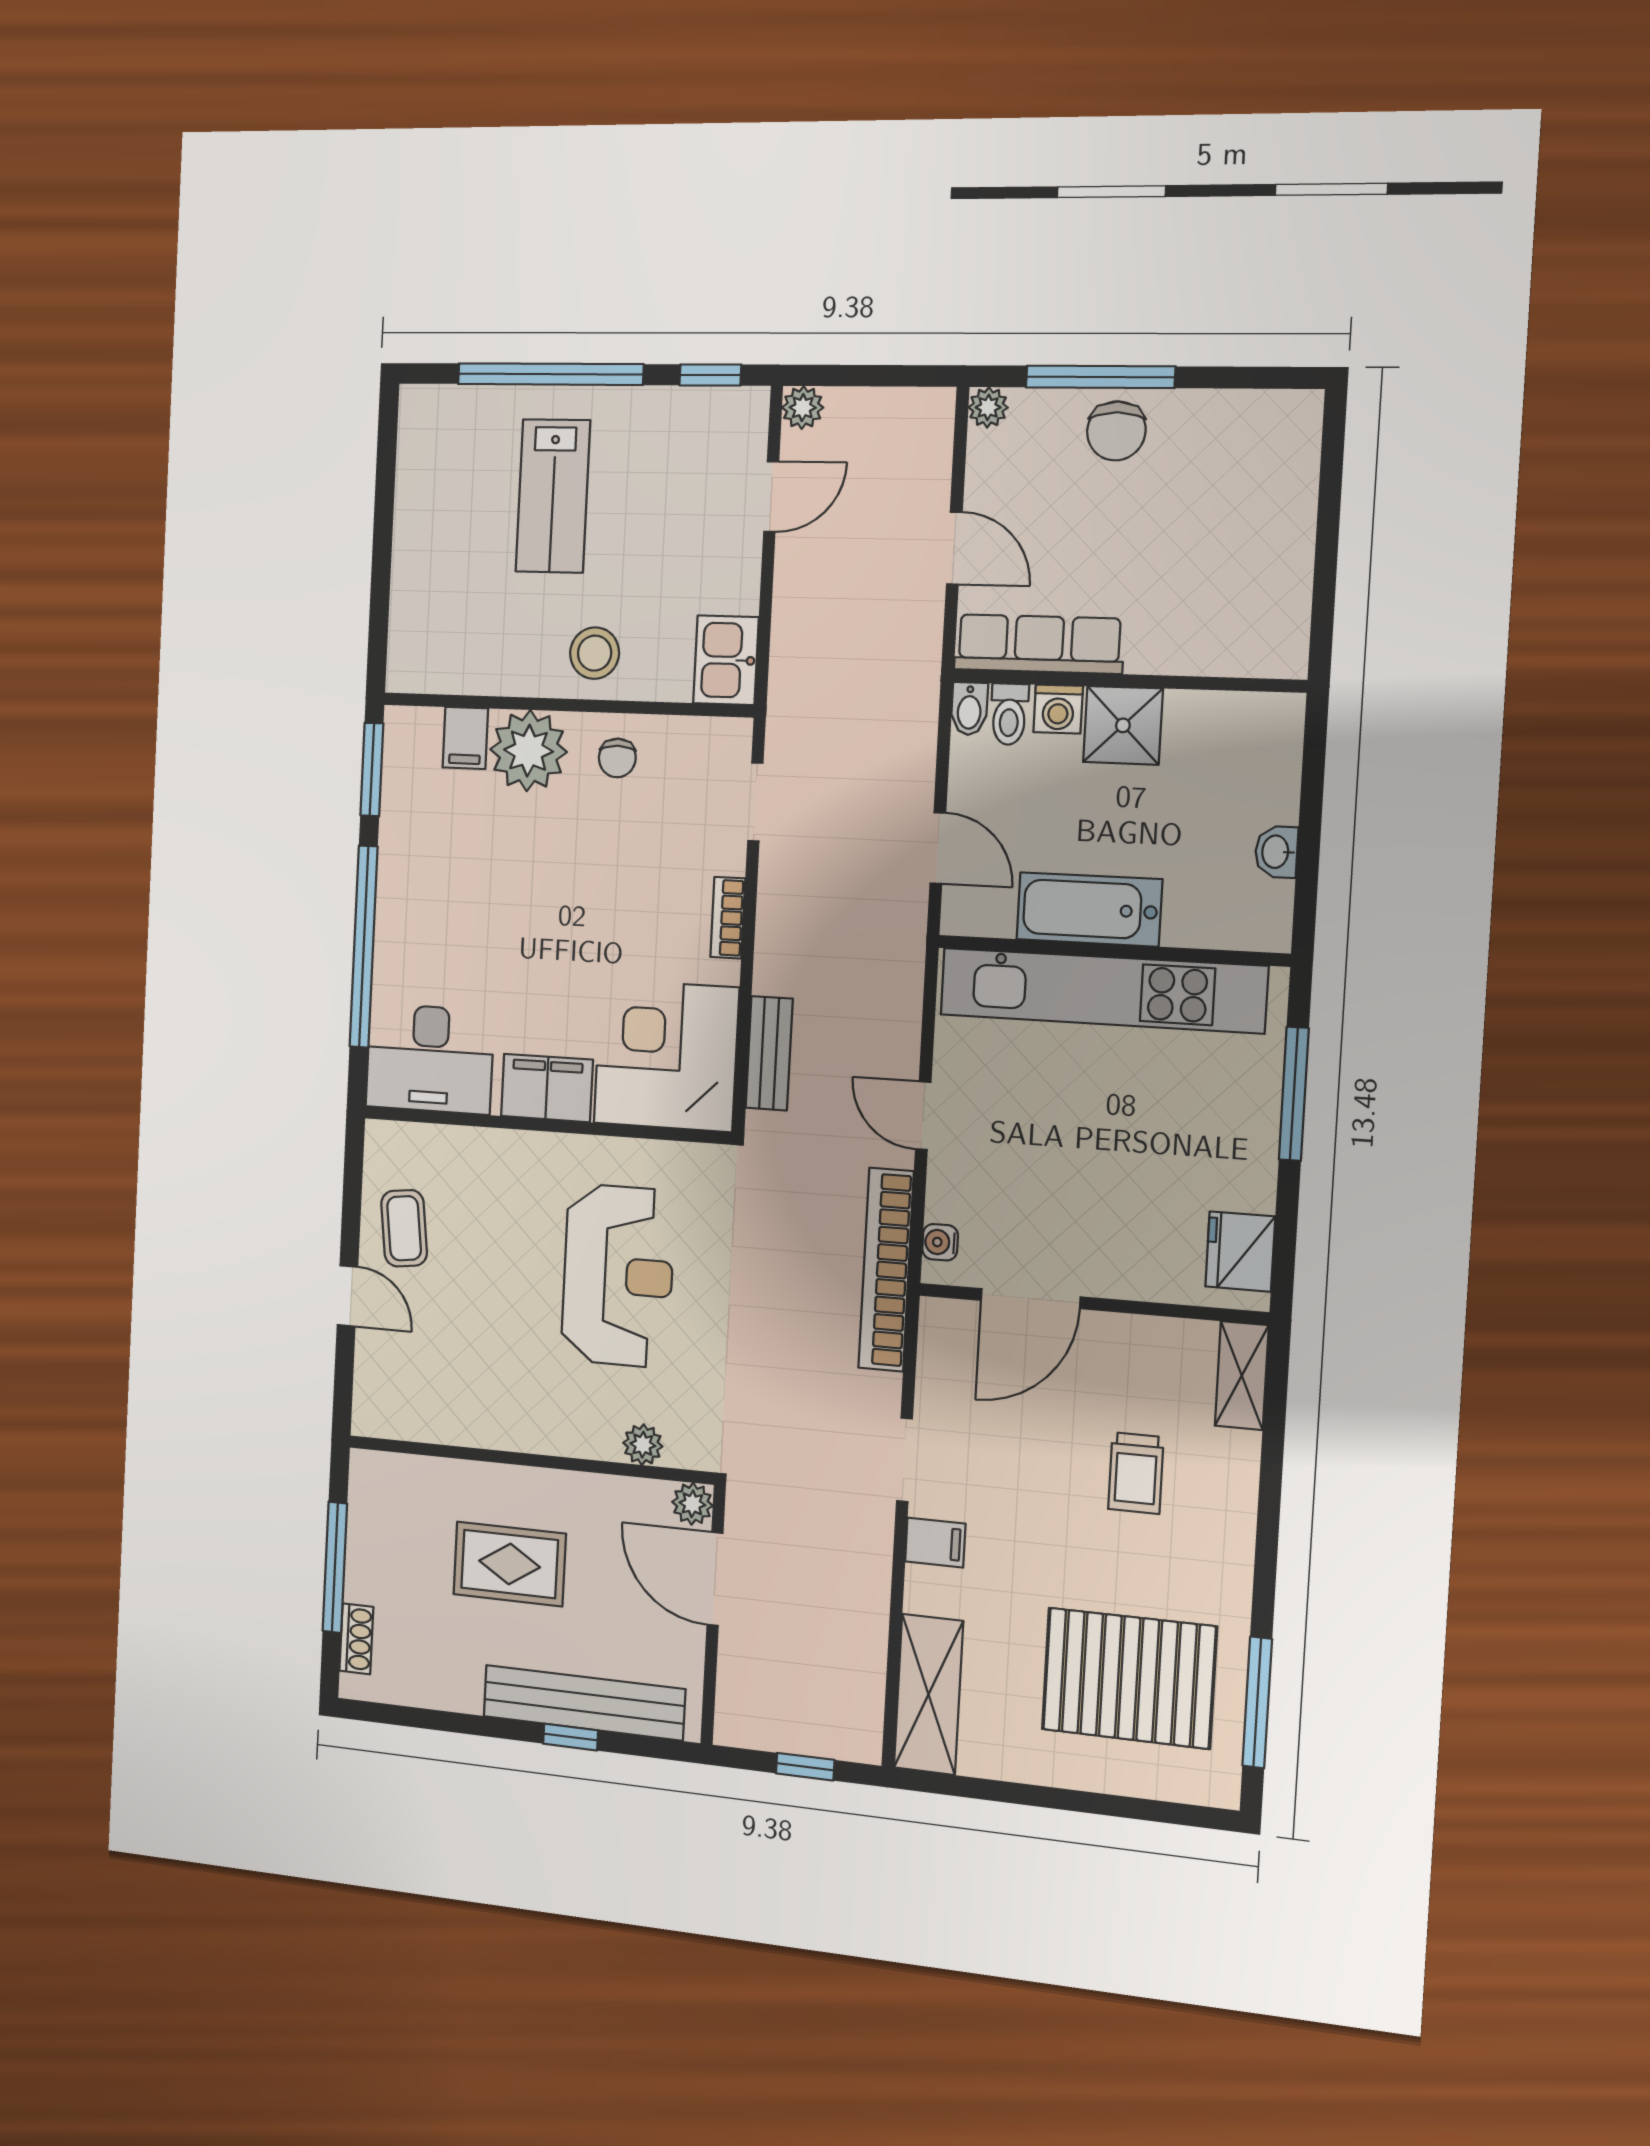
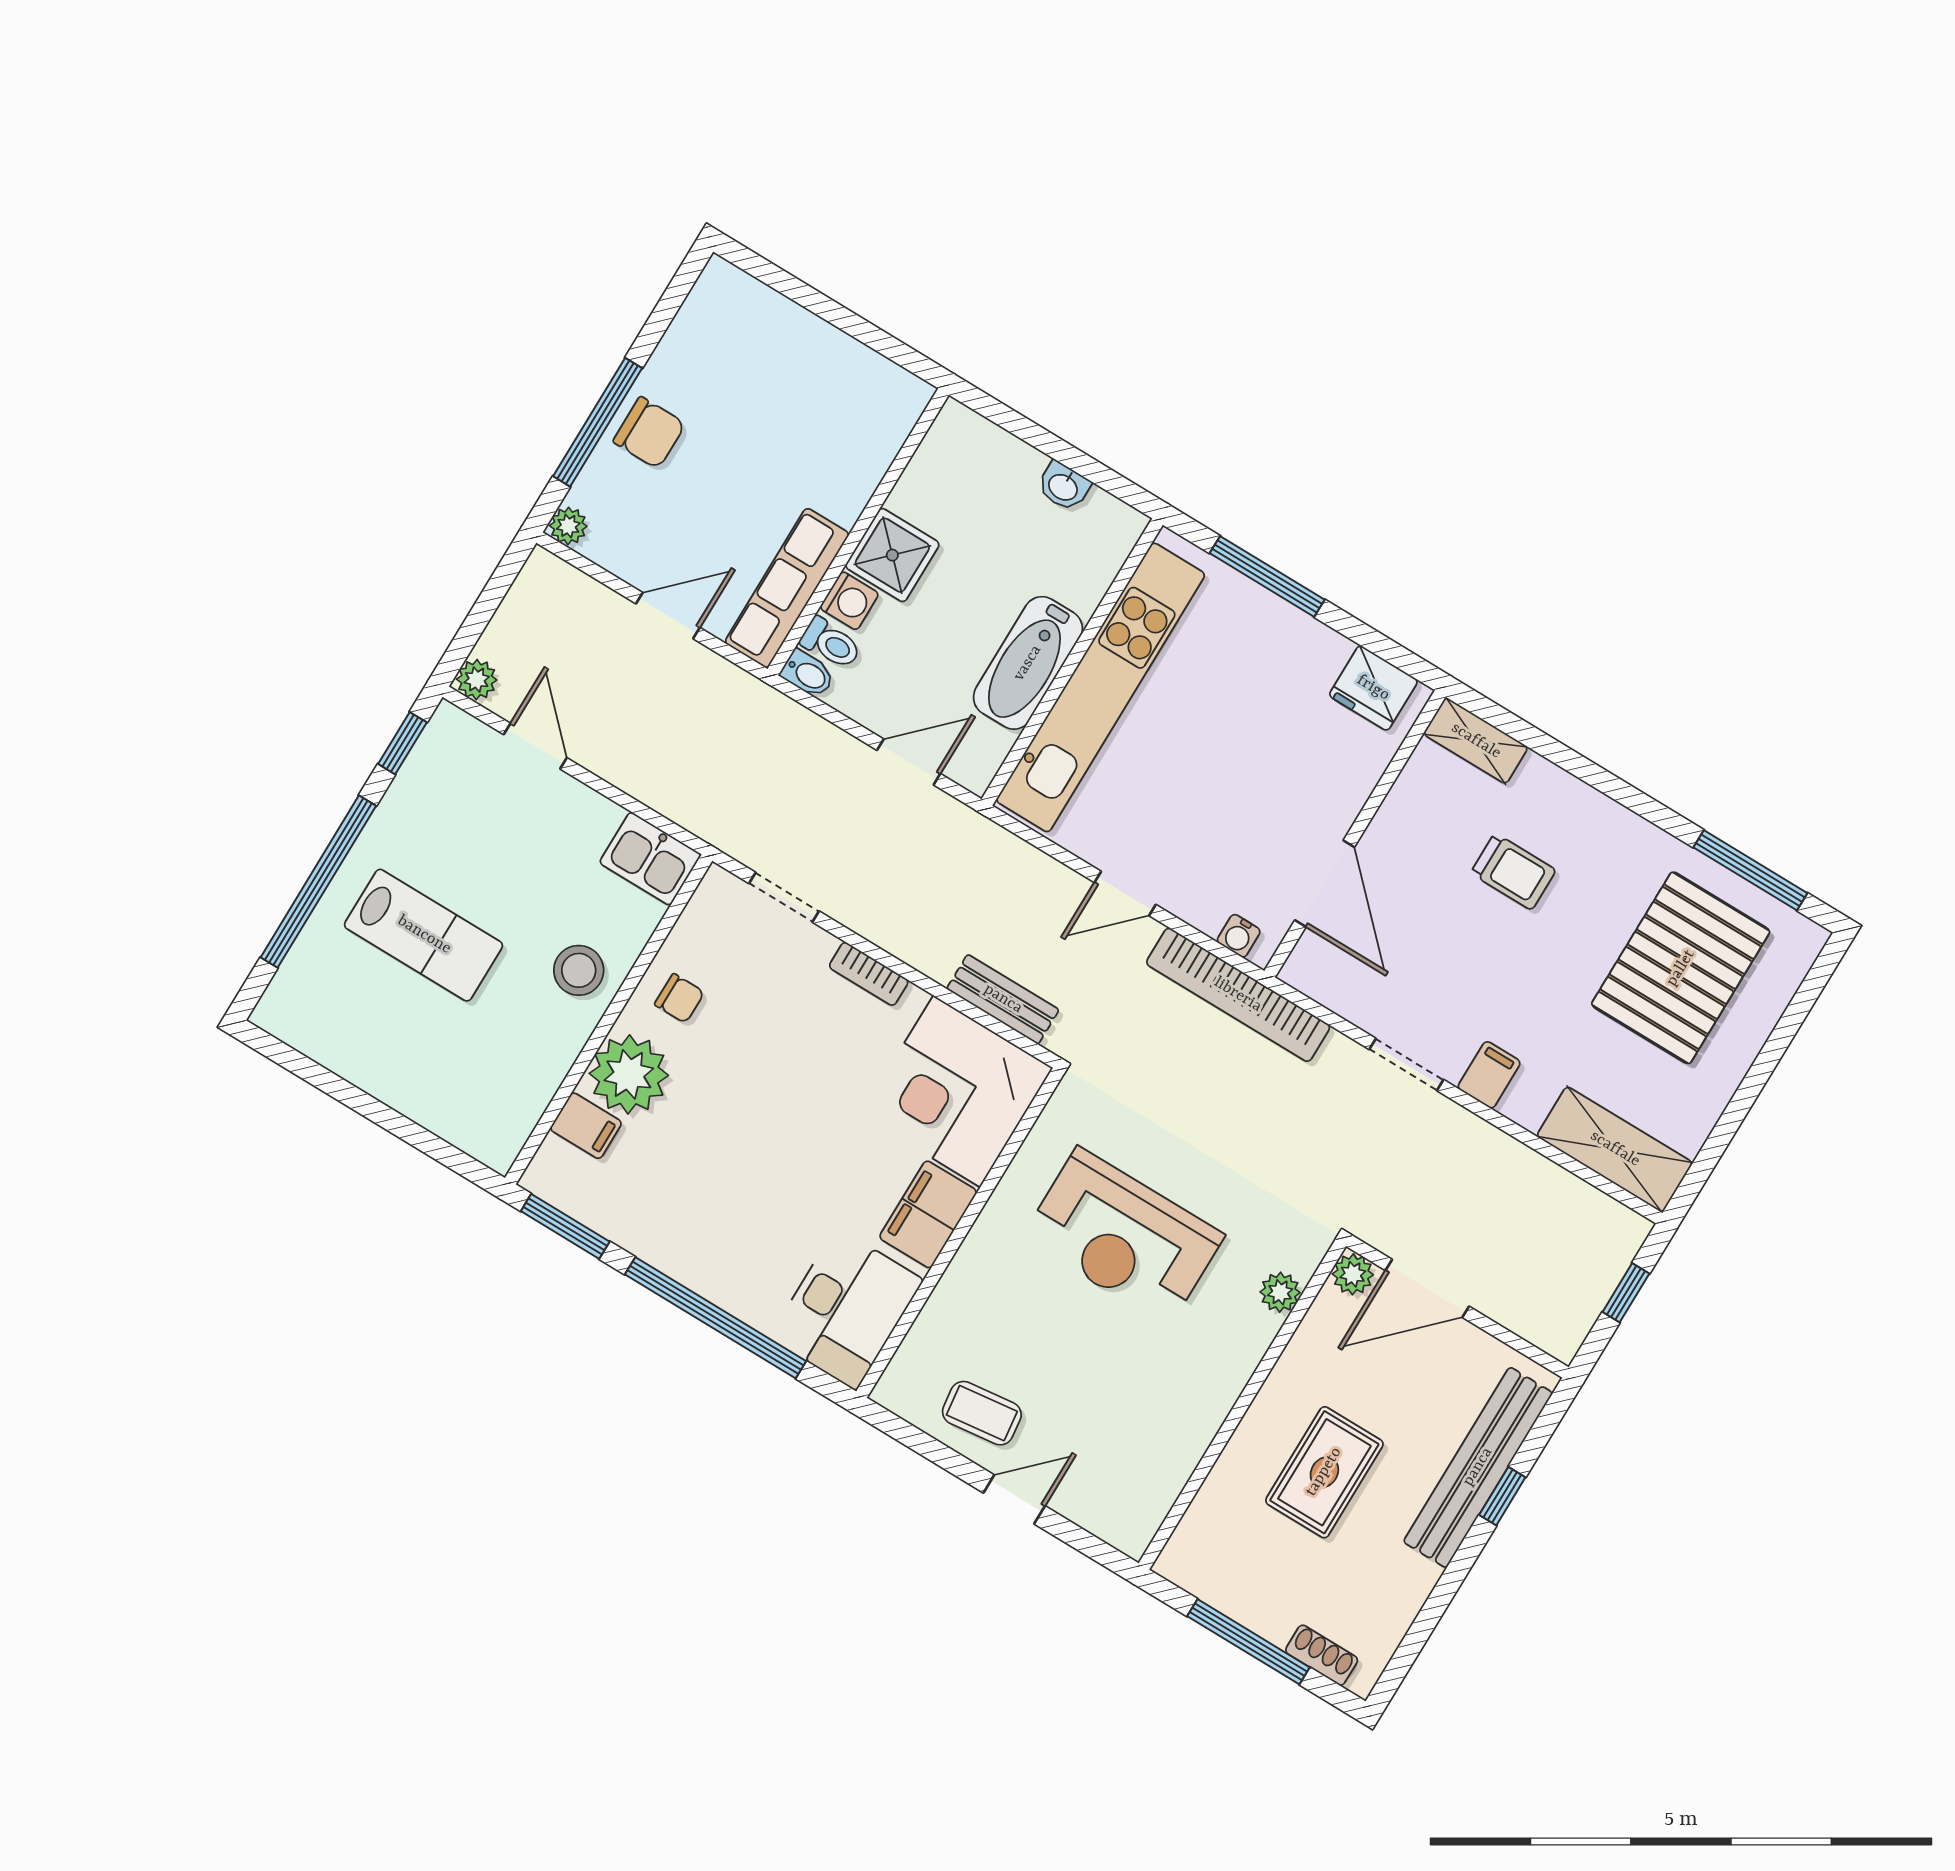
reception desk: (618, 1276) -> (1123, 1237), turned 180

